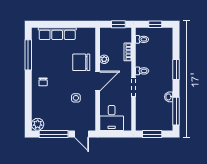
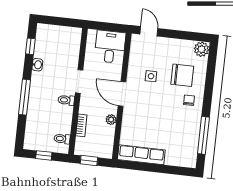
row of seats: (57, 34) -> (141, 155), moved
chair: (81, 62) -> (182, 75), moved
window: (176, 70) -> (25, 97), width x1.44
door: (98, 81) -> (122, 94), hinge flipped
window: (176, 111) -> (30, 46), width x0.46
window: (54, 134) -> (183, 35), removed
window: (152, 134) -> (63, 22), removed

